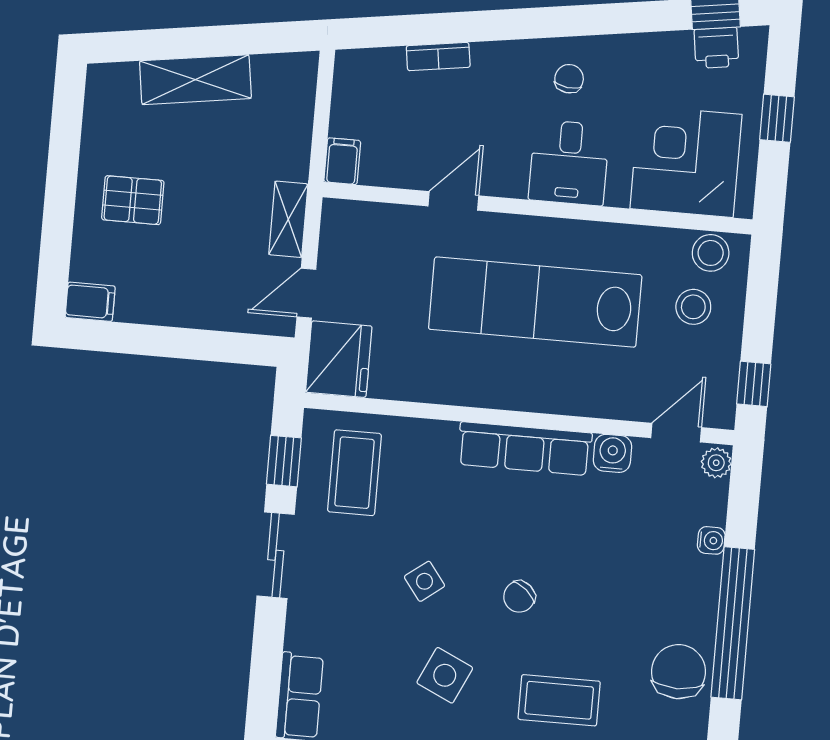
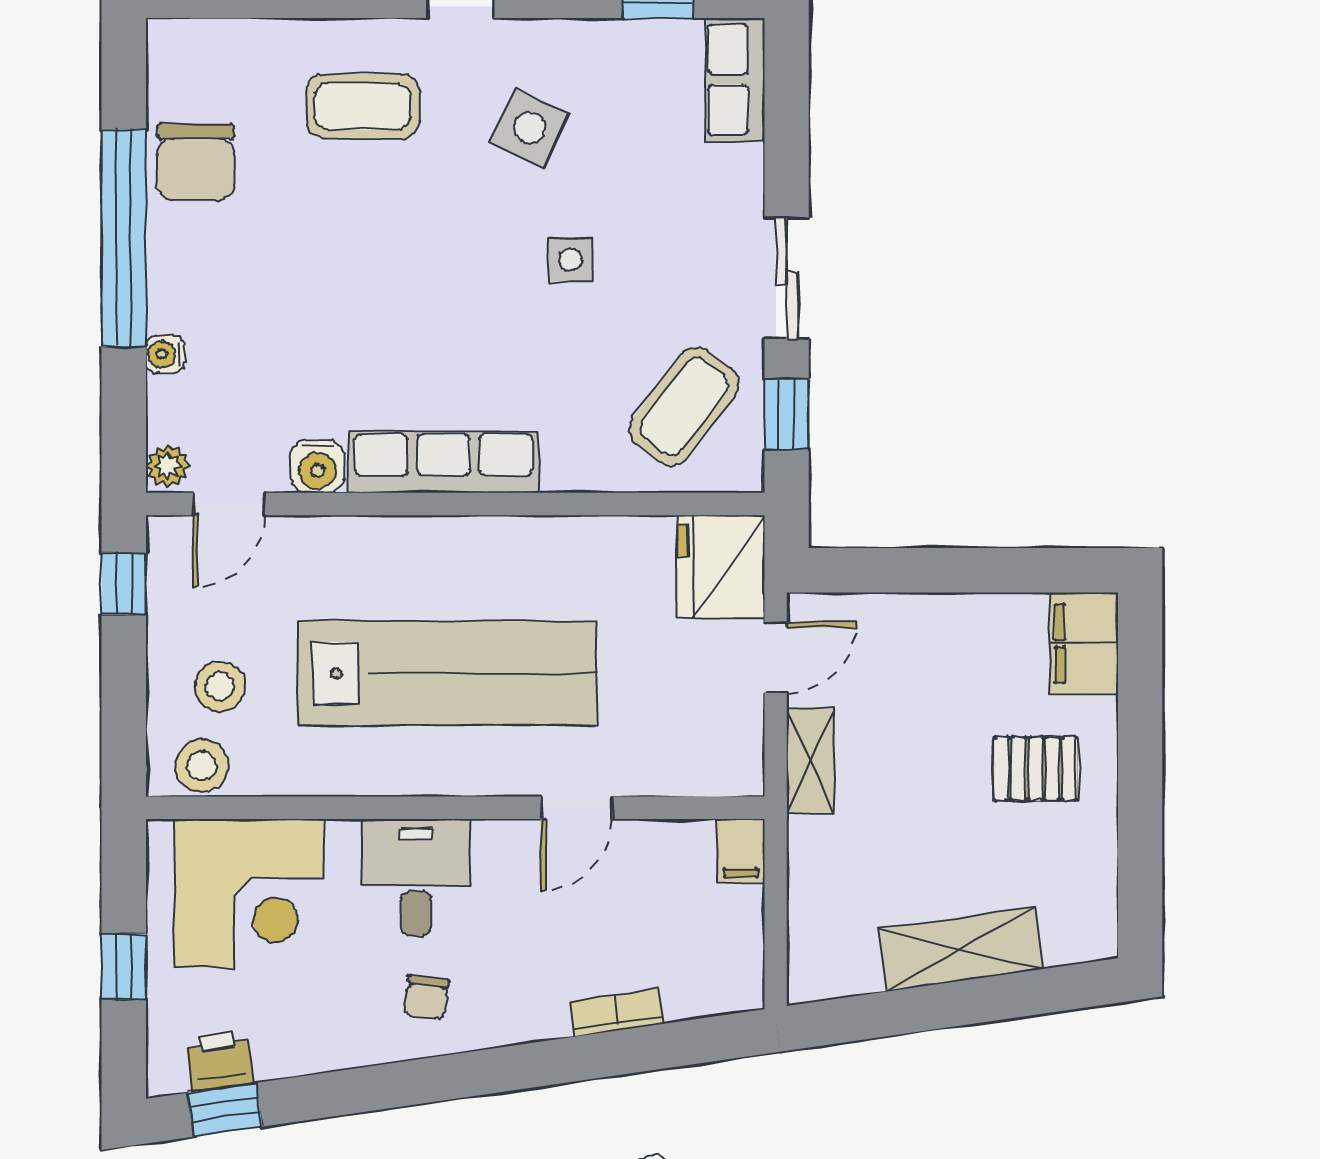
filing cabinet: (90, 302) -> (1084, 644), width x2.00
coffee table: (354, 473) -> (684, 406), turned 37
side table: (424, 581) -> (570, 260), turned 37
chair: (519, 597) -> (433, 250), removed

